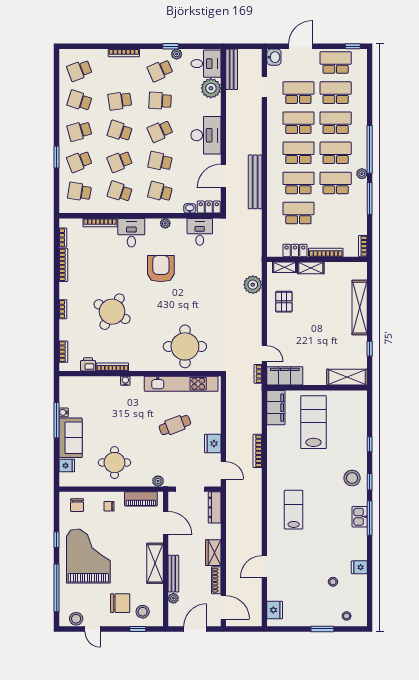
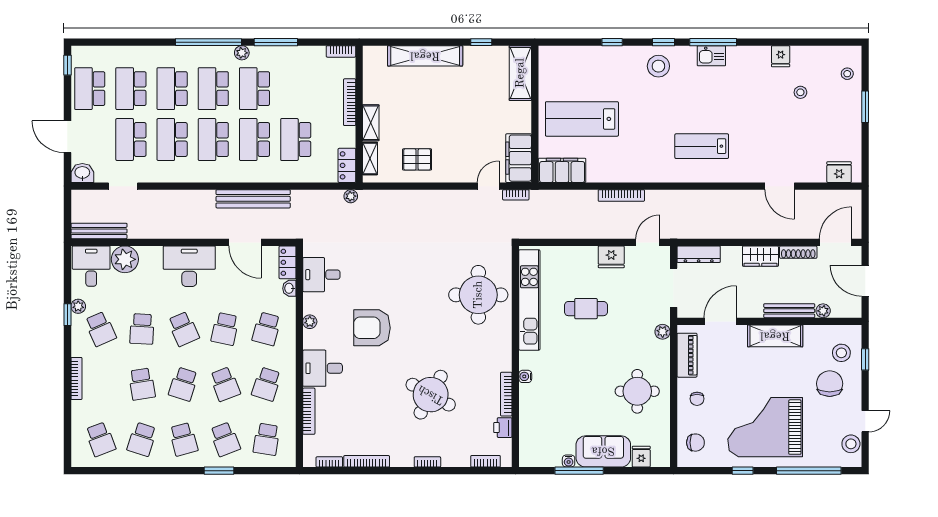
locker: (295, 250) -> (347, 165), moved
plant: (253, 285) -> (351, 196), moved, width x0.53, depth x0.53
cafe table: (175, 425) -> (586, 309), turned -69

